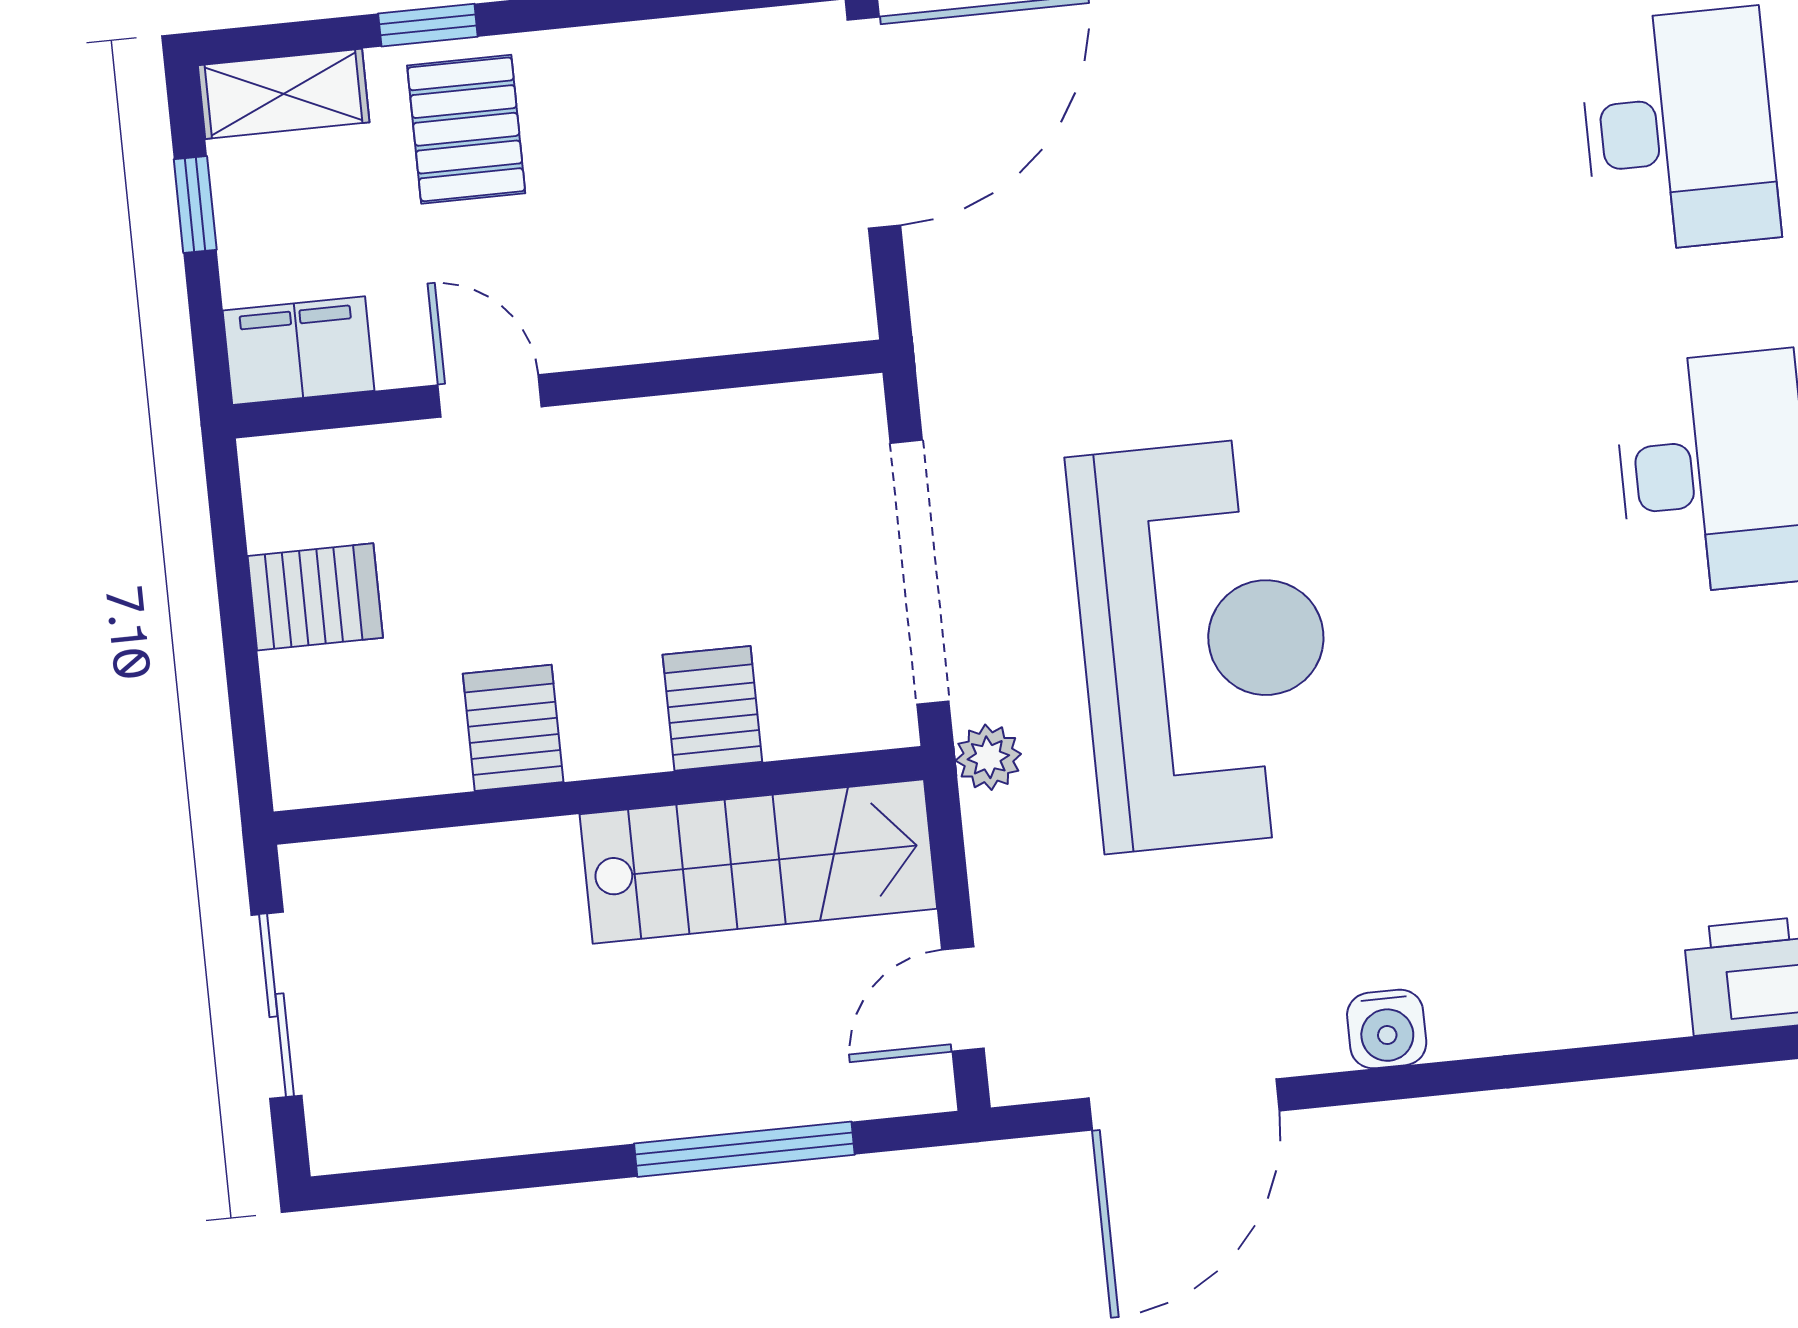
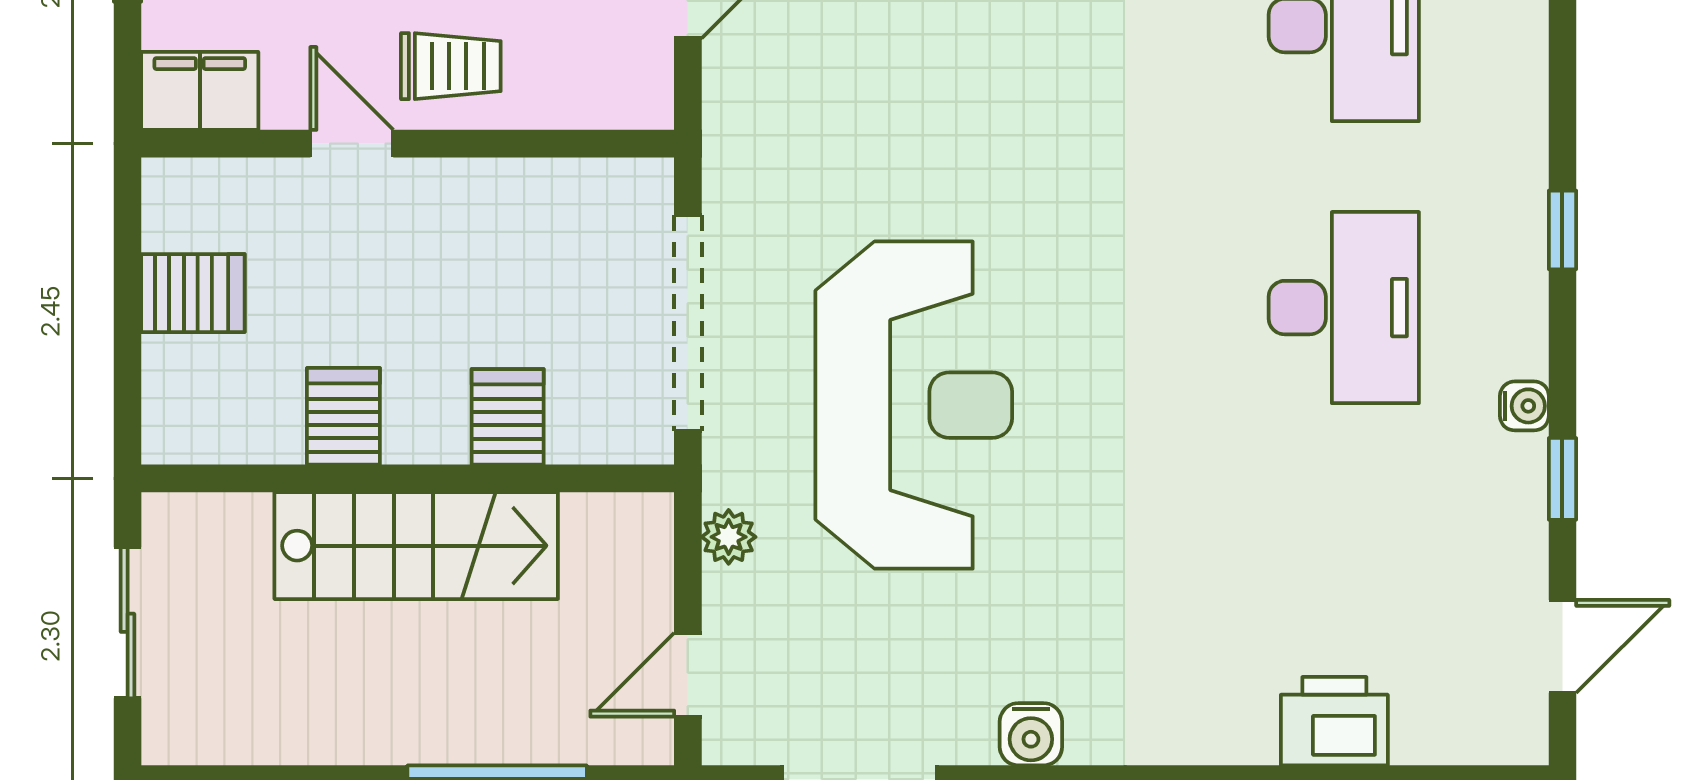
trolley: (600, 290) -> (451, 66), added
plant: (988, 757) -> (729, 537), moved
stairs: (758, 861) -> (416, 546), moved

